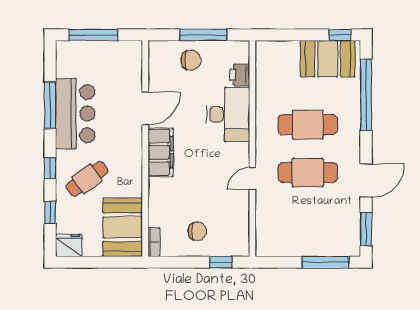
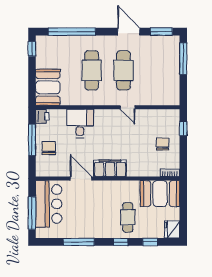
booth: (328, 59) -> (48, 87), moved
printer: (240, 75) -> (42, 116), moved, turned -90
bar counter: (75, 114) -> (49, 204), moved, turned 90
desk: (228, 114) -> (80, 123), width x0.73
cafe table: (87, 179) -> (128, 217), turned 36

